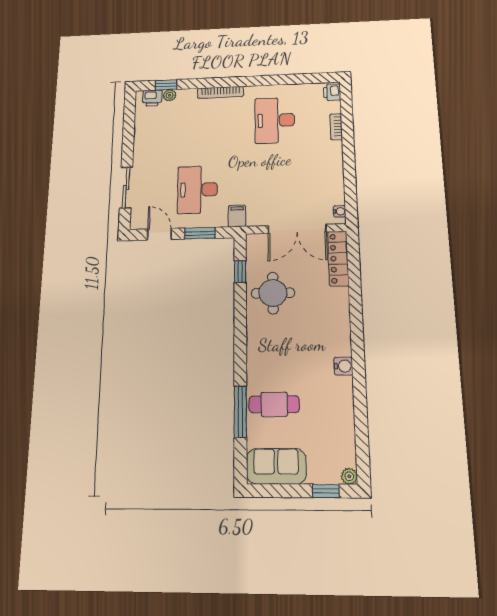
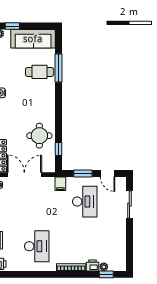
printer: (152, 98) -> (93, 265), moved
sofa: (276, 466) -> (33, 39), width x1.36

